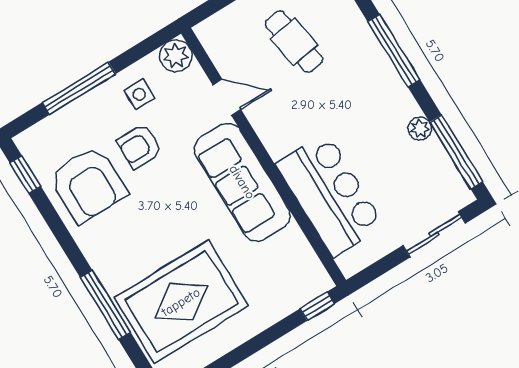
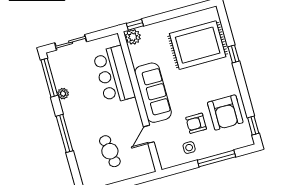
plant: (176, 56) -> (133, 37), moved
door: (227, 97) -> (149, 134), hinge flipped
armchair: (140, 146) -> (196, 123), turned 180
armchair: (88, 184) -> (225, 112), turned 180
window: (105, 305) -> (234, 54), width x0.46

